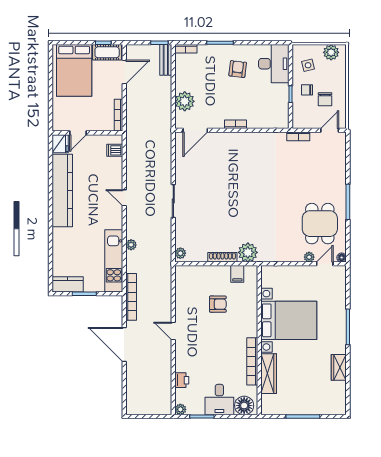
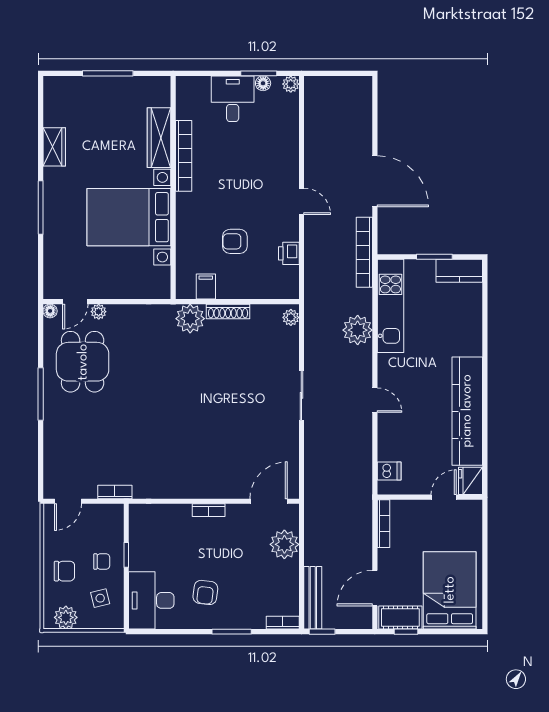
bench: (166, 60) -> (313, 598), width x1.36
chair: (325, 99) -> (64, 571), moved, turned 90
plant: (131, 245) -> (358, 330), width x1.88, depth x1.88
printer: (182, 380) -> (289, 253), moved
floor lamp: (244, 406) -> (263, 83), moved, width x0.53, depth x0.53

